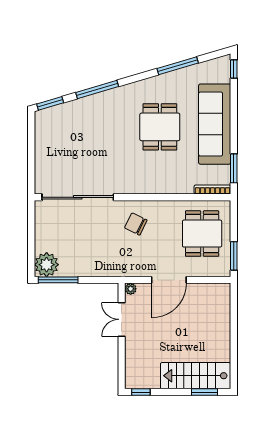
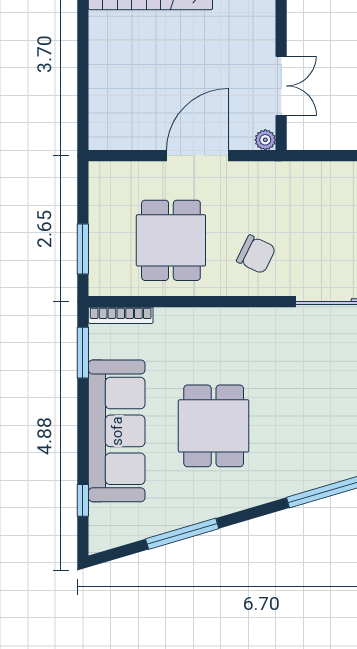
window: (234, 69) -> (83, 500), moved
dining table: (202, 234) -> (171, 240), moved
window: (234, 256) -> (83, 249), moved

